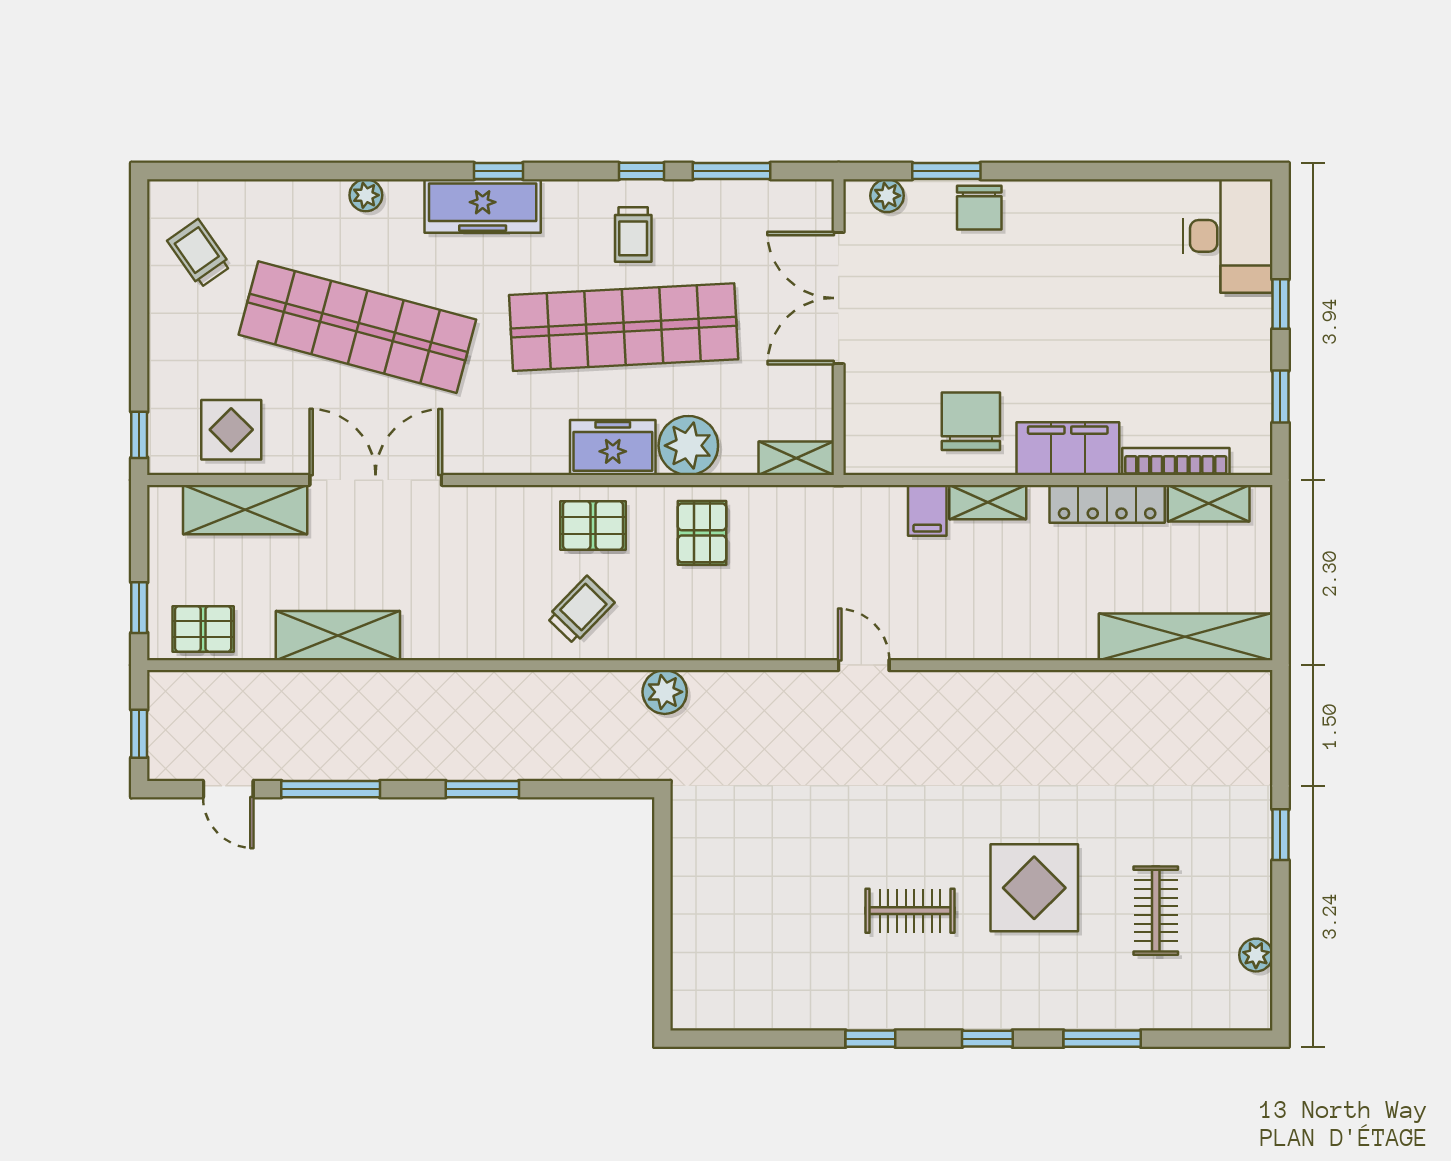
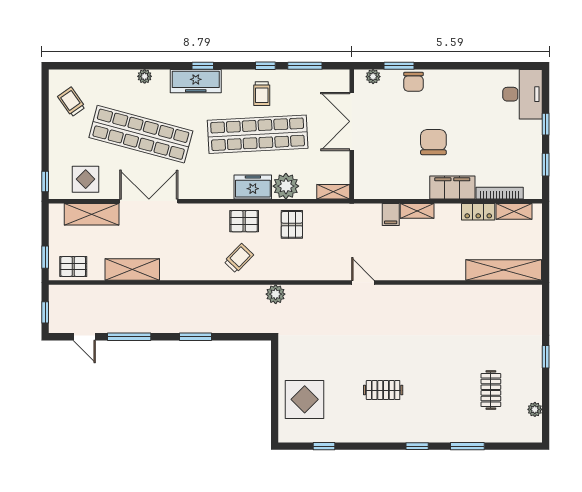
chair: (971, 421) -> (433, 142), moved
locker: (1107, 504) -> (478, 212), width x0.66
display table: (1034, 888) -> (305, 399), moved
window: (870, 1039) -> (324, 446), moved

